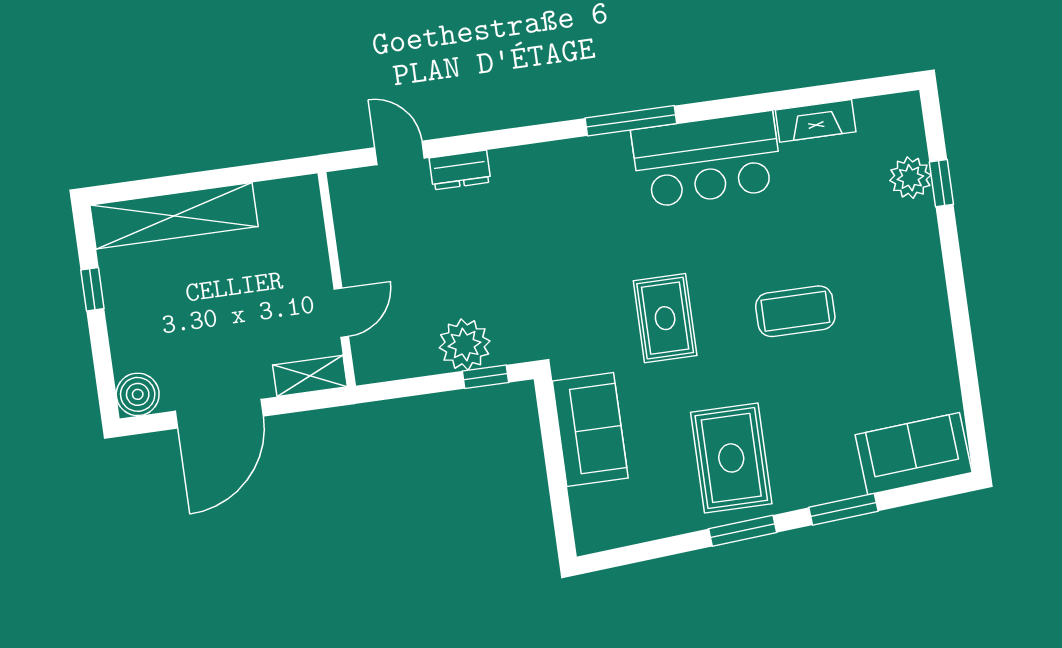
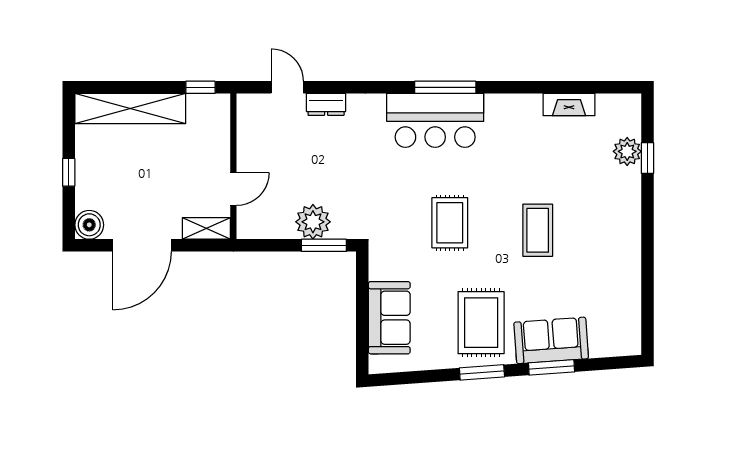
bar counter: (707, 160) -> (435, 120), moved
window: (273, 170) -> (200, 87), added
window: (92, 289) -> (69, 172), moved
coffee table: (795, 311) -> (538, 230), turned 90
window: (485, 377) -> (324, 245), width x1.50
sofa: (590, 430) -> (389, 318), moved
sofa: (914, 454) -> (551, 340), moved

